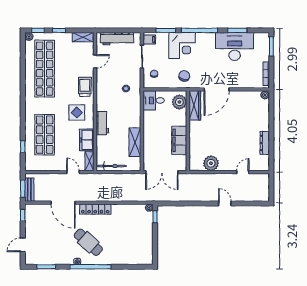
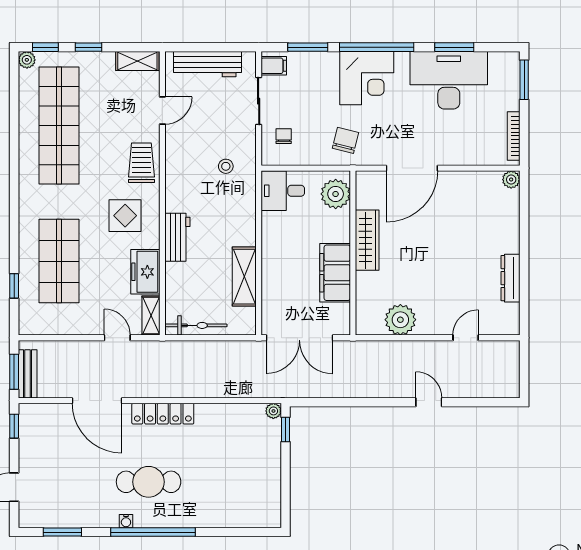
corner desk: (182, 46) -> (367, 78), moved
wardrobe: (195, 105) -> (367, 240), moved
cafe table: (88, 242) -> (149, 482), turned -42

